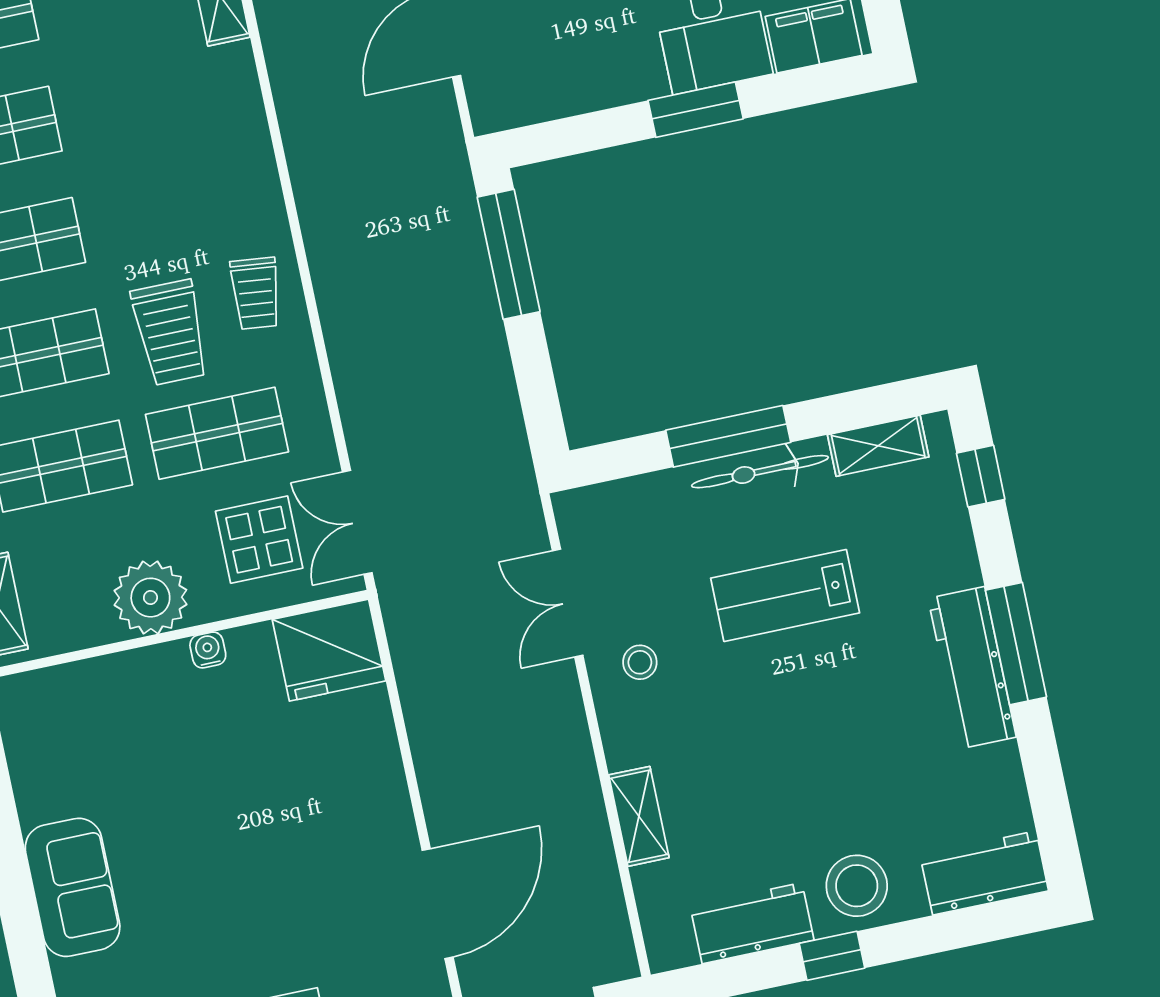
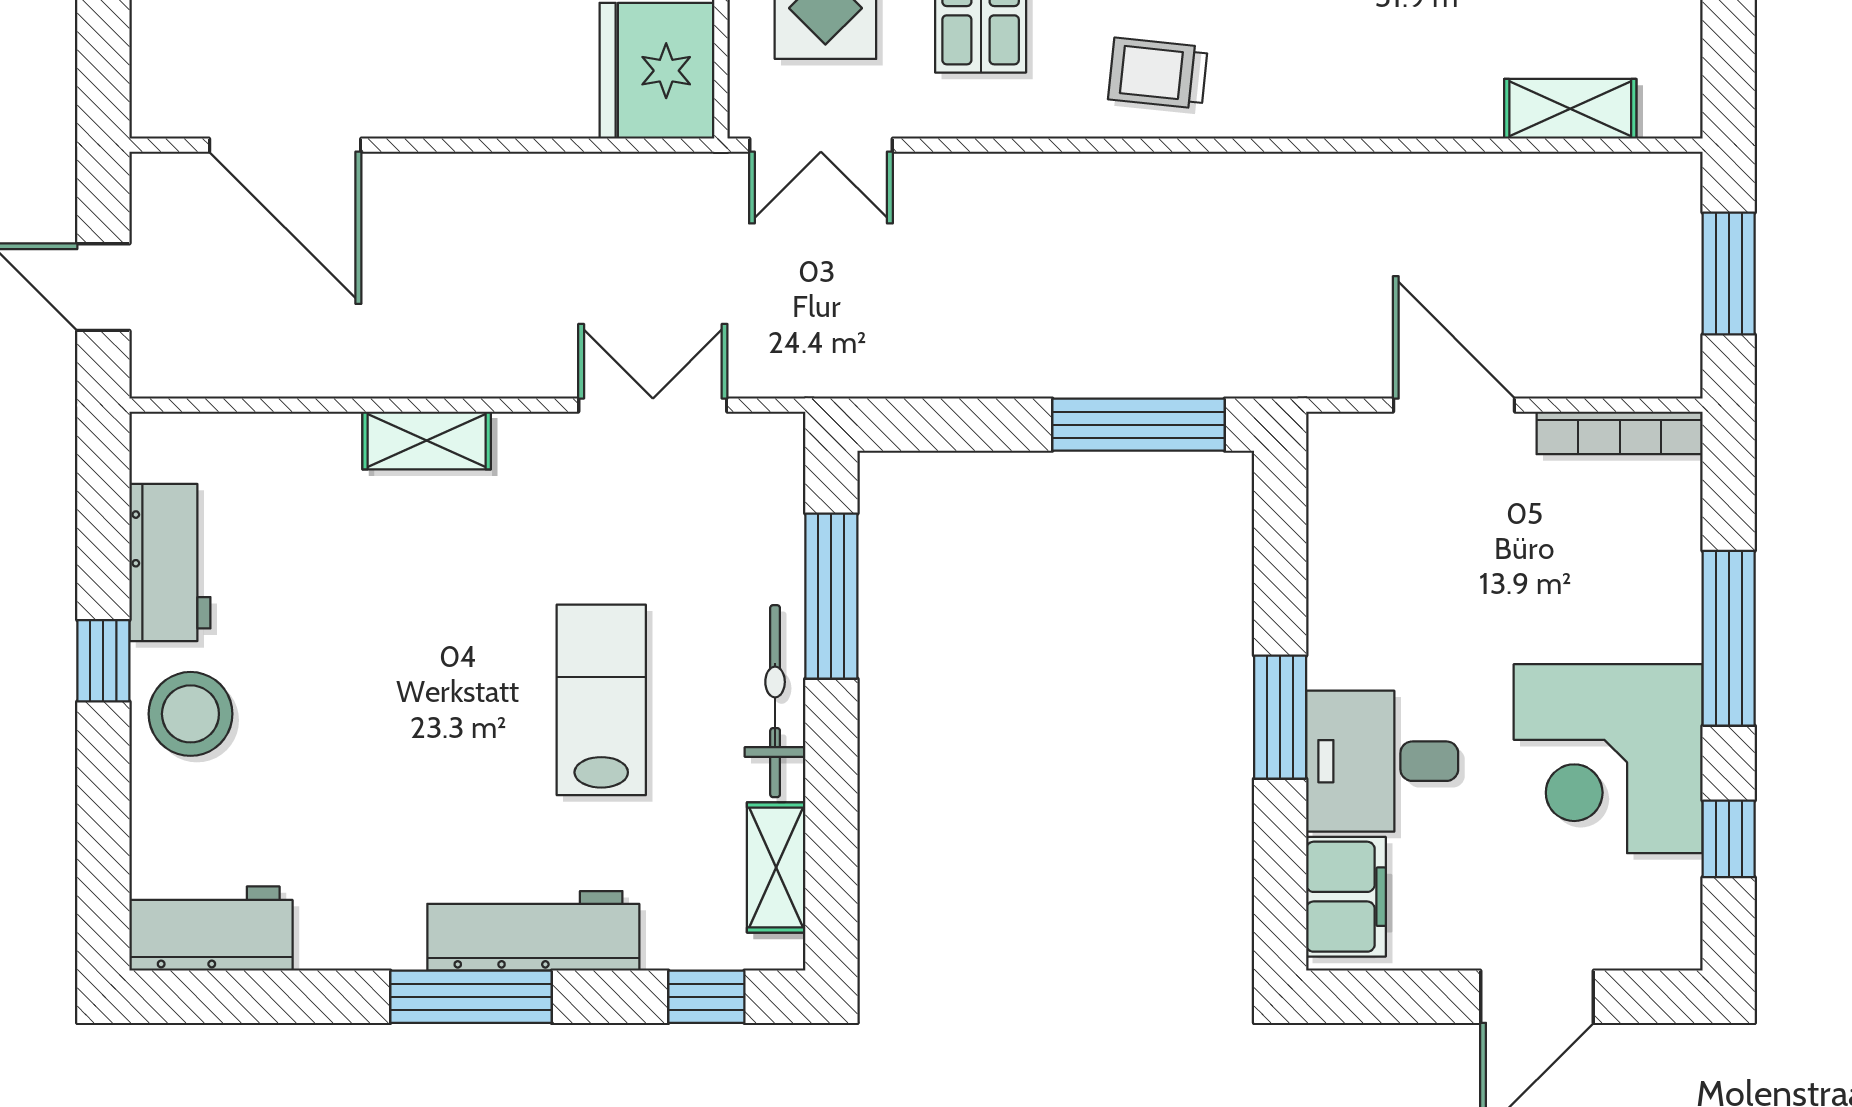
window: (728, 436) -> (831, 596), moved
double door: (357, 522) -> (821, 145), swing flipped
stool: (640, 662) -> (553, 486), removed
workbench: (972, 668) -> (533, 931), moved
shelving: (639, 816) -> (427, 440), moved
workbench: (984, 873) -> (211, 929), moved, turned -90

